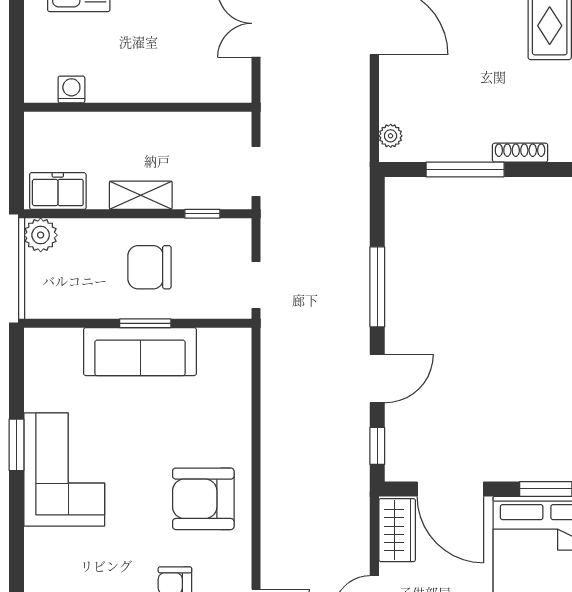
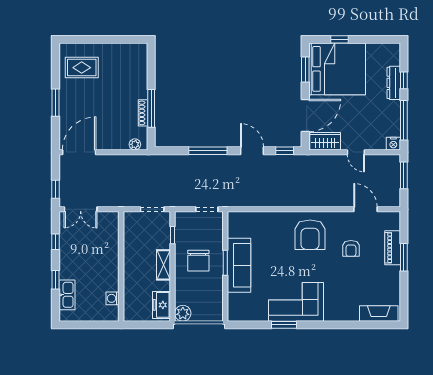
shoe rack: (520, 153) -> (143, 113), moved

